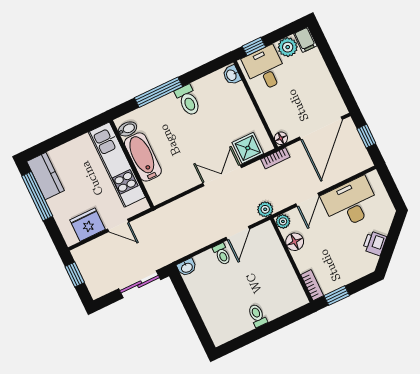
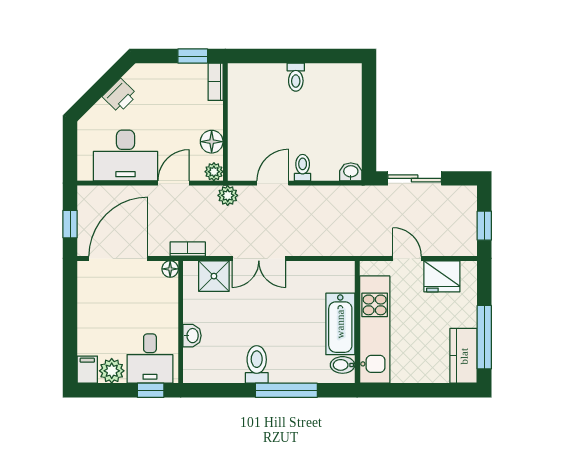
washbasin: (232, 75) -> (192, 336), moved

